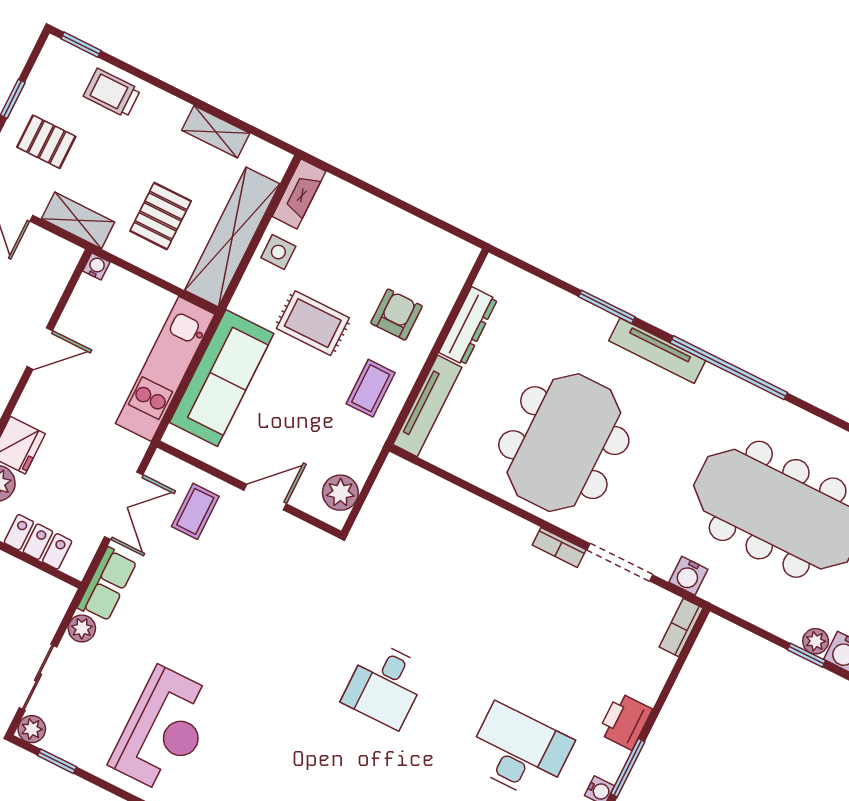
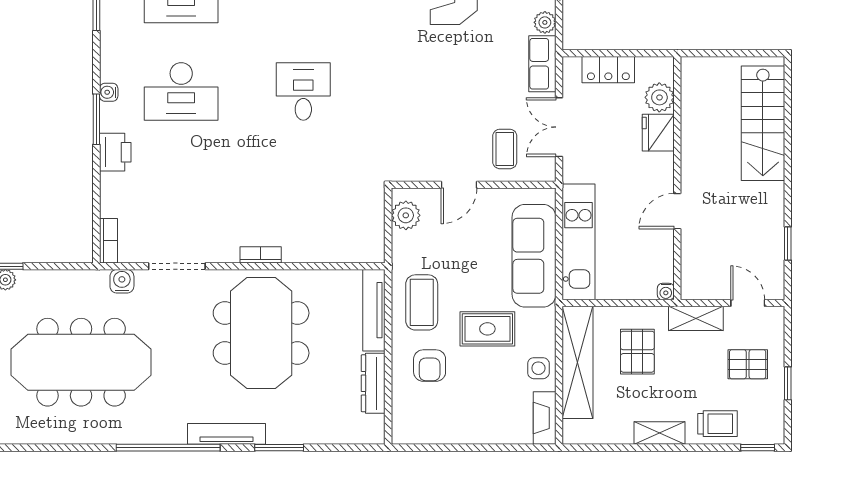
shelving: (216, 132) -> (659, 433), moved
coffee table: (371, 388) -> (422, 302), width x1.36, depth x1.30
bookcase: (559, 547) -> (261, 255), moved

